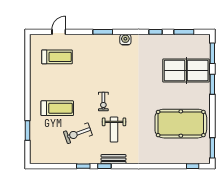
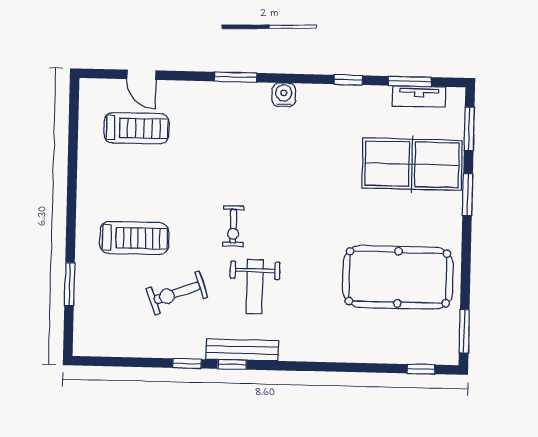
door: (59, 32) -> (141, 75), swing flipped
tv unit: (189, 39) -> (419, 97), added
bench: (113, 159) -> (242, 350), width x1.36

